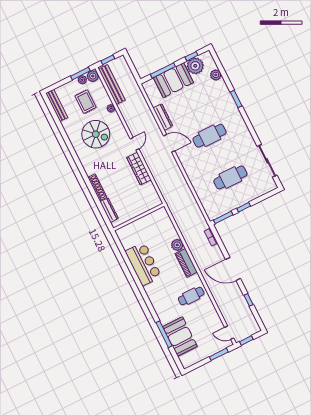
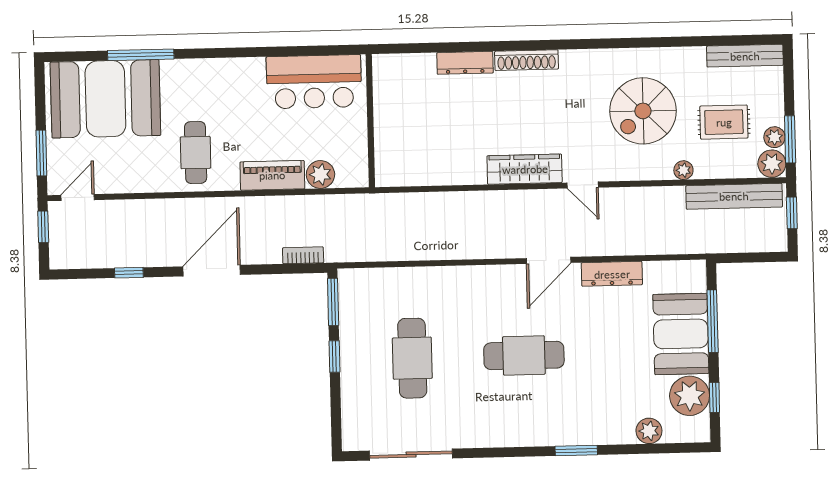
cafe table: (209, 136) -> (524, 355), turned 90
wall: (139, 217) -> (370, 121), moved
booth: (180, 336) -> (105, 99), width x1.36, depth x1.42

